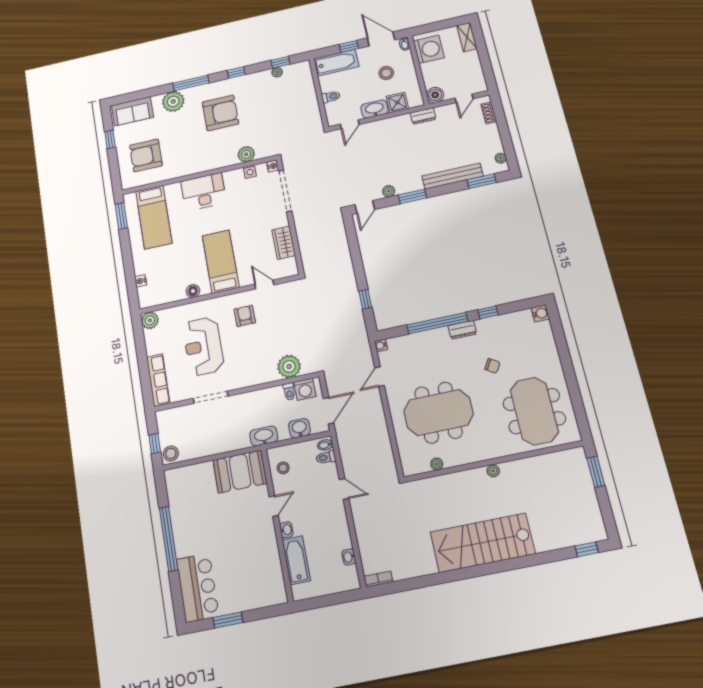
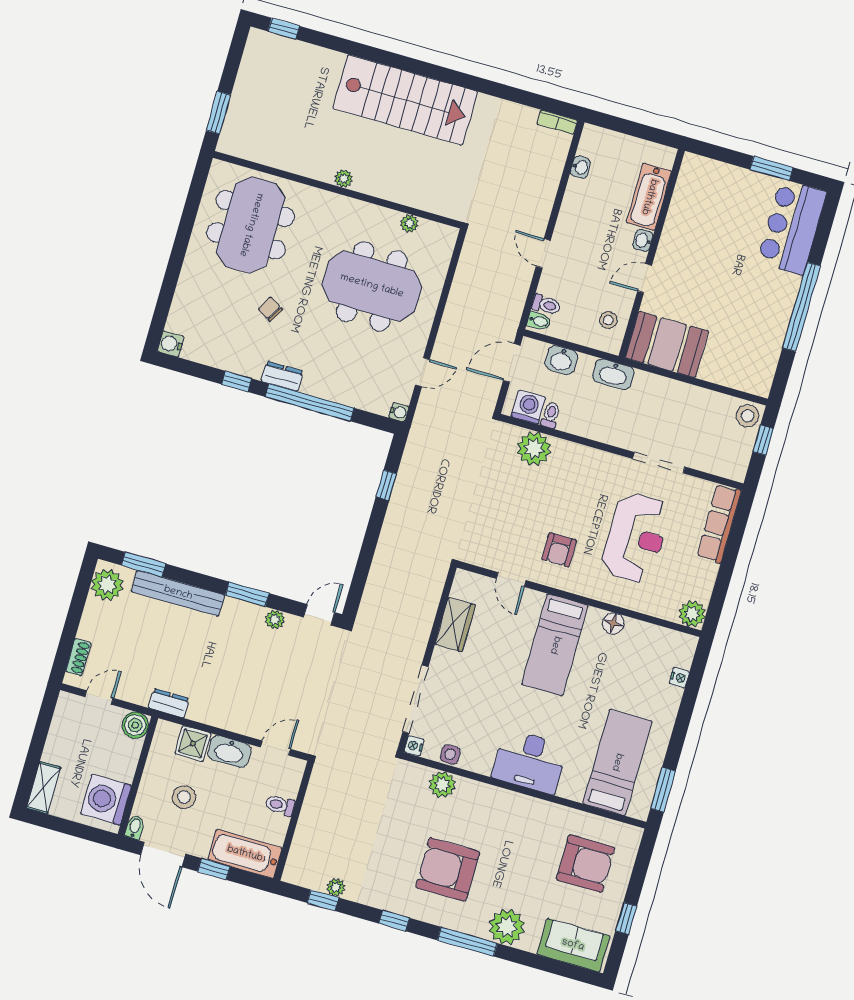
plant: (501, 158) -> (107, 585), width x1.88, depth x1.88

